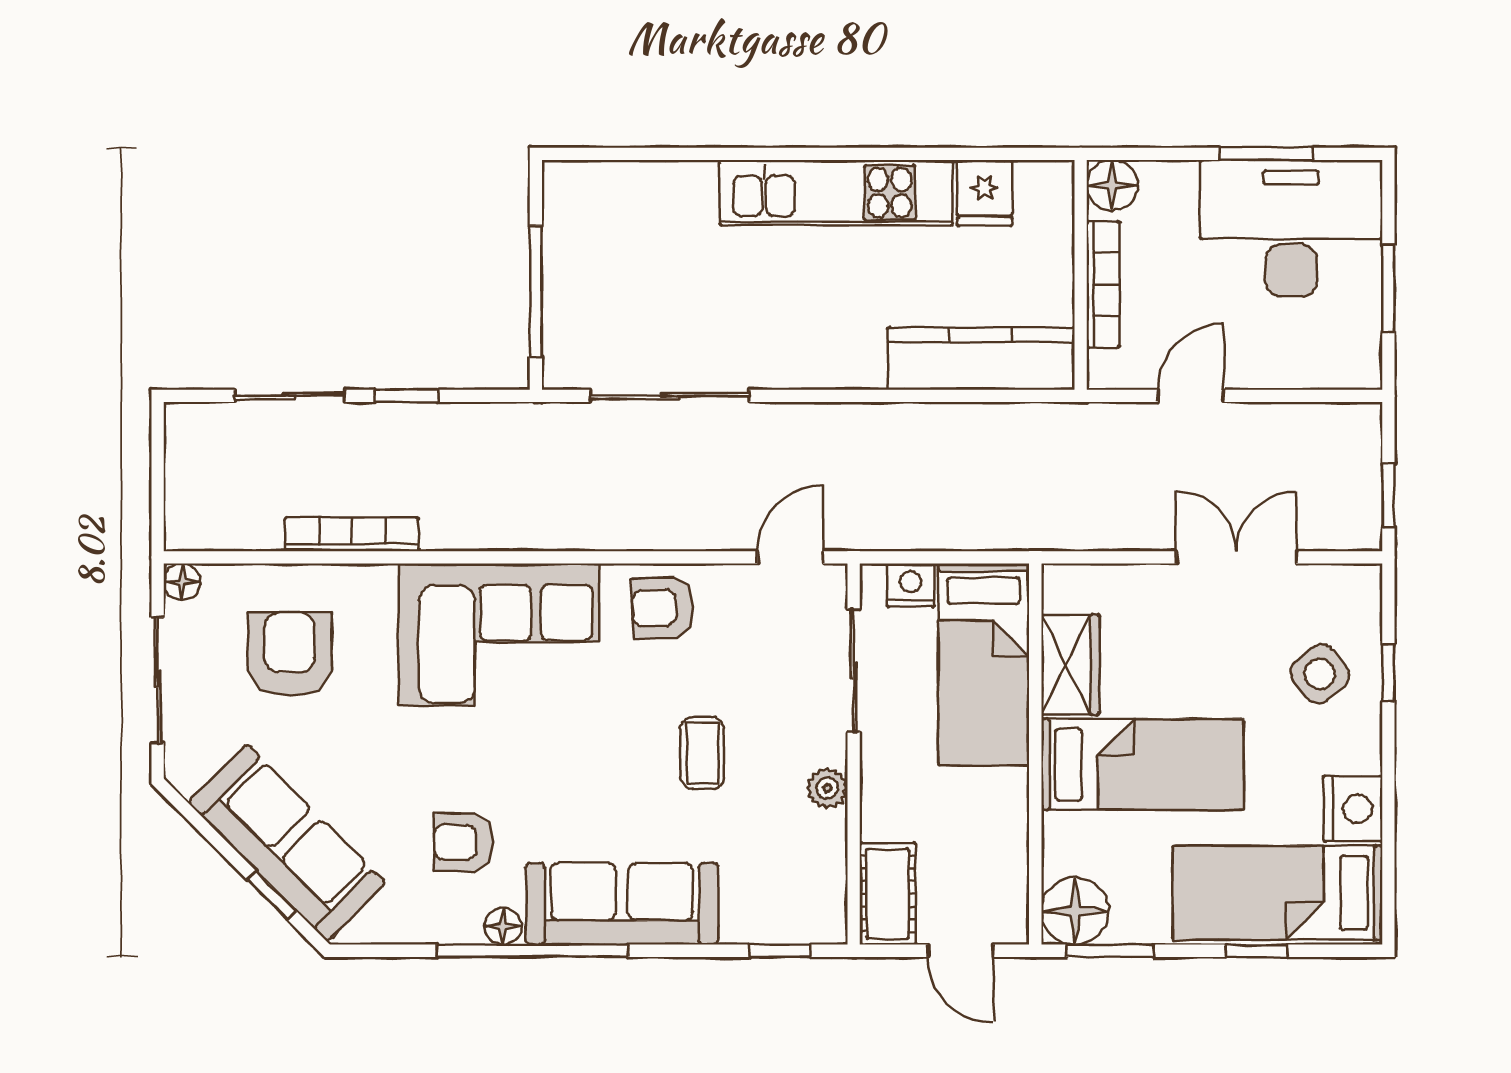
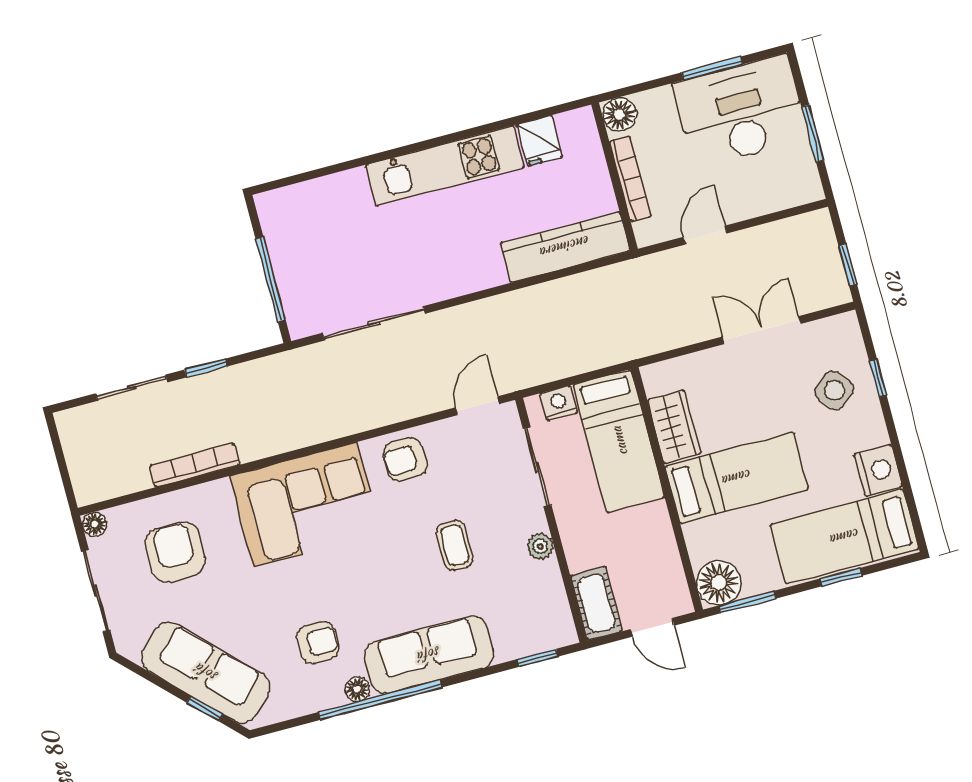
armchair: (463, 842) -> (318, 642), turned 180

